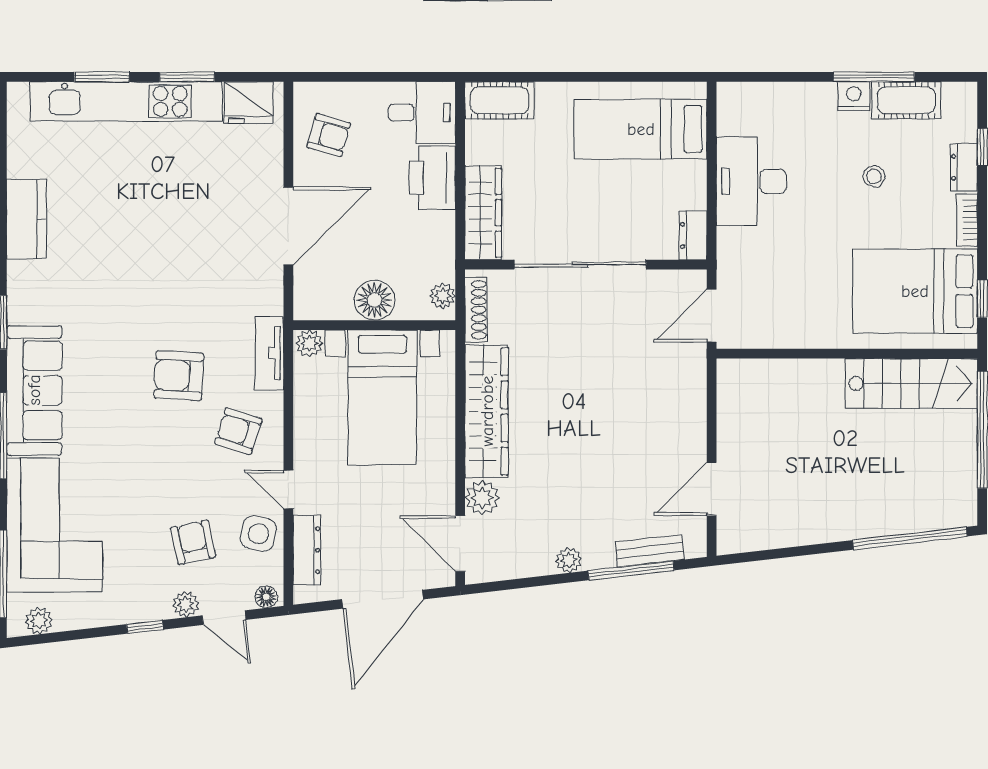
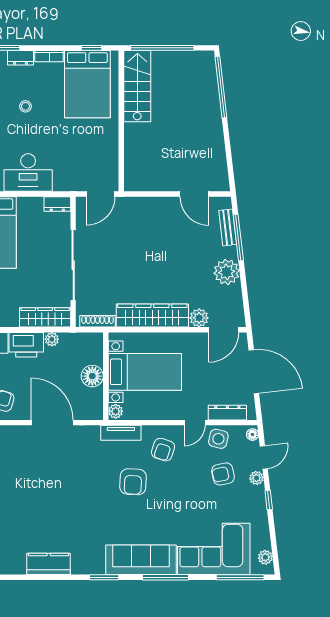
plant: (443, 296) -> (52, 339), moved
door: (712, 316) -> (101, 194), hinge flipped
plant: (569, 560) -> (227, 272), width x1.87, depth x1.87

